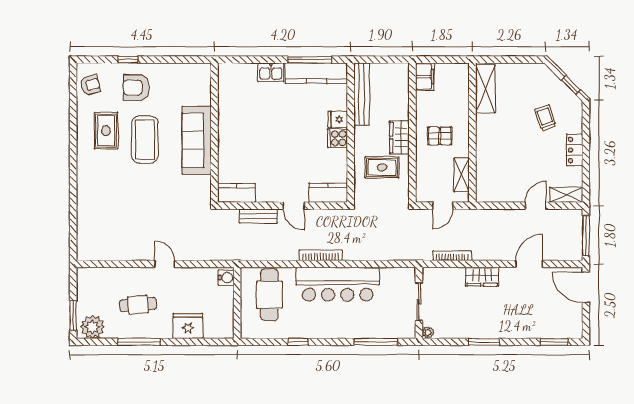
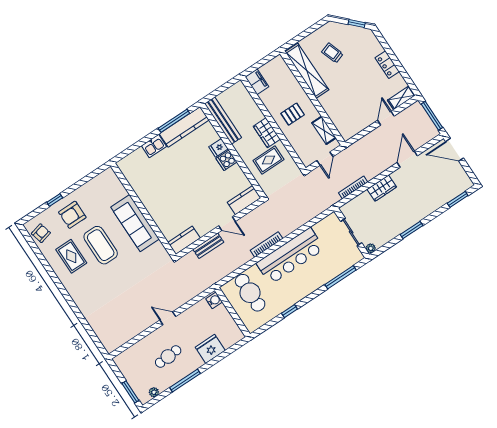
shelving: (485, 89) -> (307, 71), width x1.47
trolley: (545, 118) -> (332, 53), moved
plant: (92, 327) -> (154, 392), width x0.53, depth x0.53

